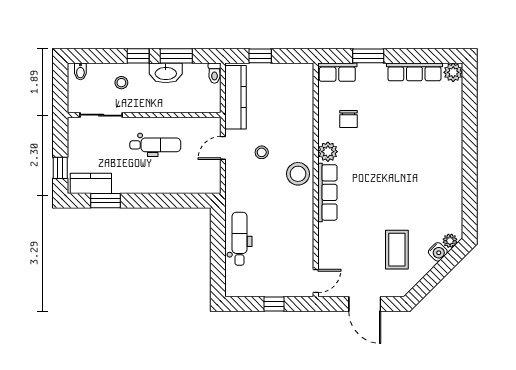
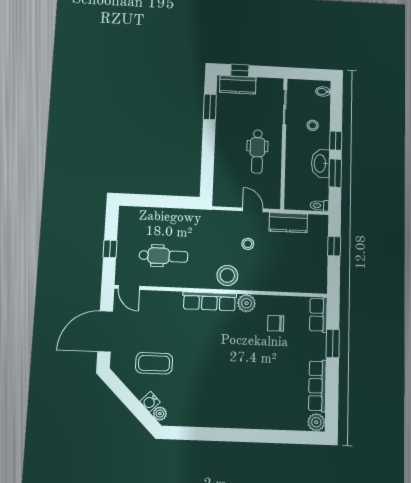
kitchen counter: (236, 97) -> (288, 223), width x0.67
kitchen counter: (91, 183) -> (238, 85), moved, turned 90
dental chair: (240, 239) -> (163, 256), moved
door: (365, 304) -> (105, 331), width x1.36

